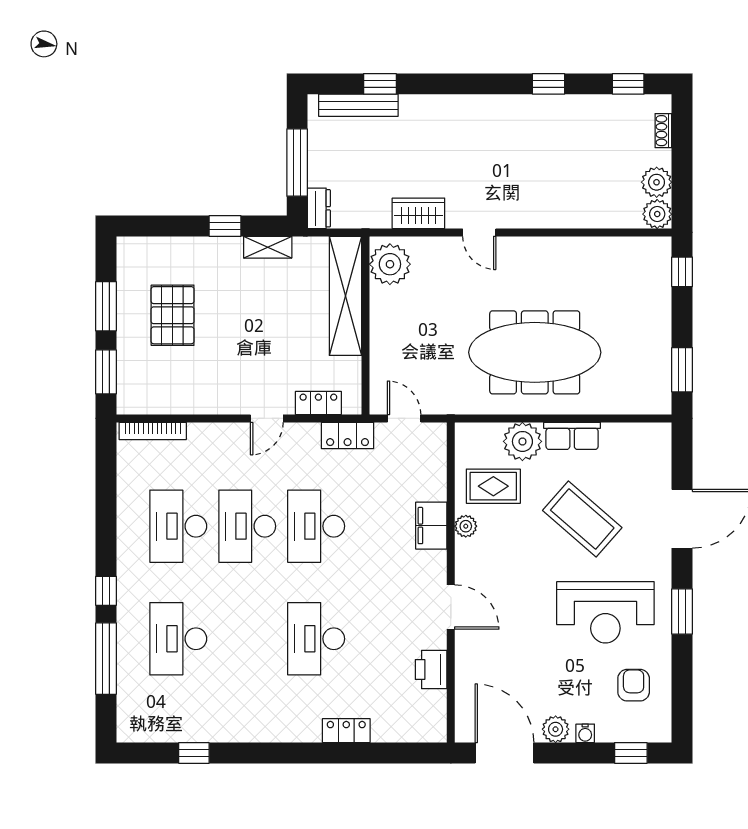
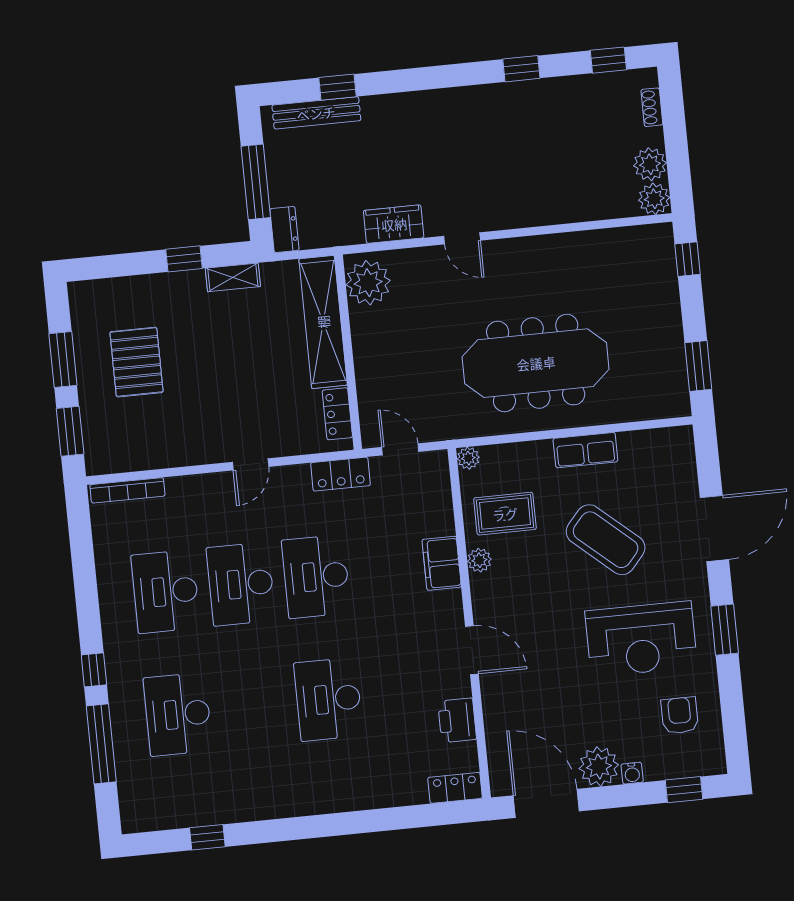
locker: (318, 403) -> (337, 414), moved, turned -90
plant: (522, 441) -> (468, 458), moved, width x0.53, depth x0.53
plant: (556, 729) -> (599, 767), width x1.36, depth x1.36
locker: (346, 731) -> (455, 788), moved

